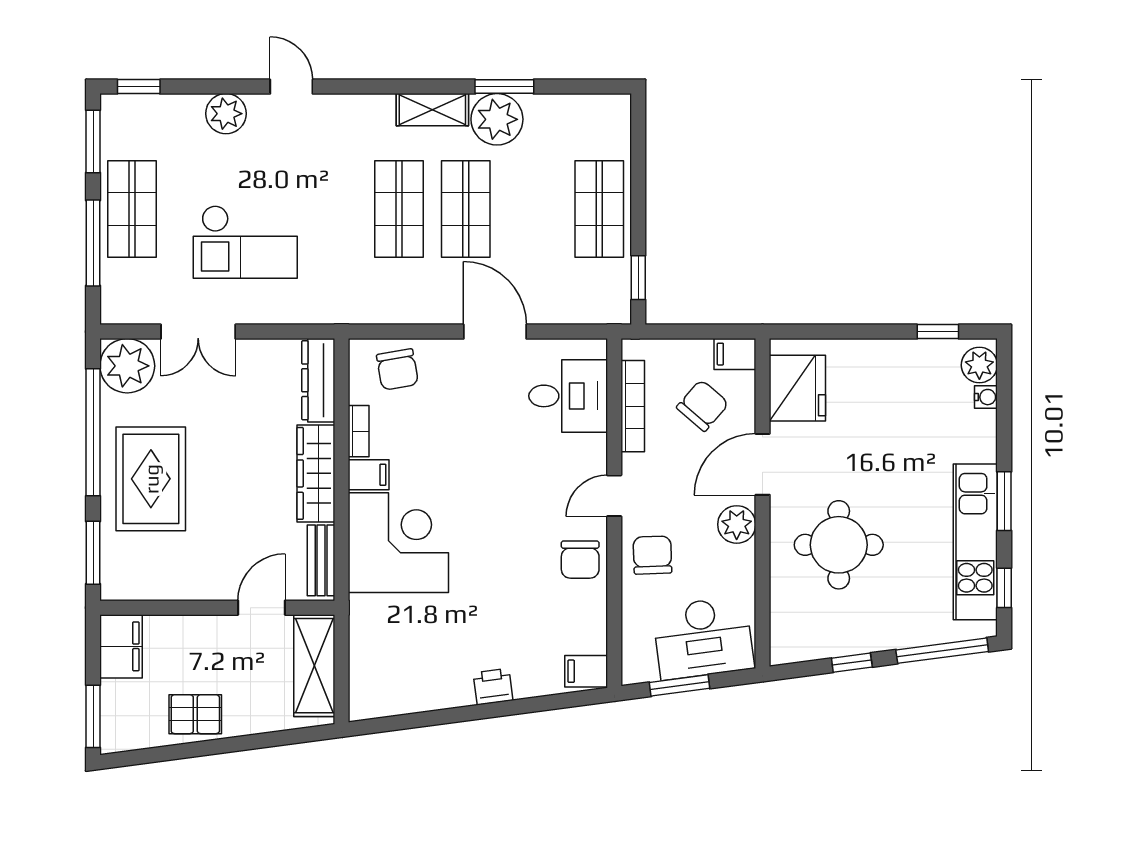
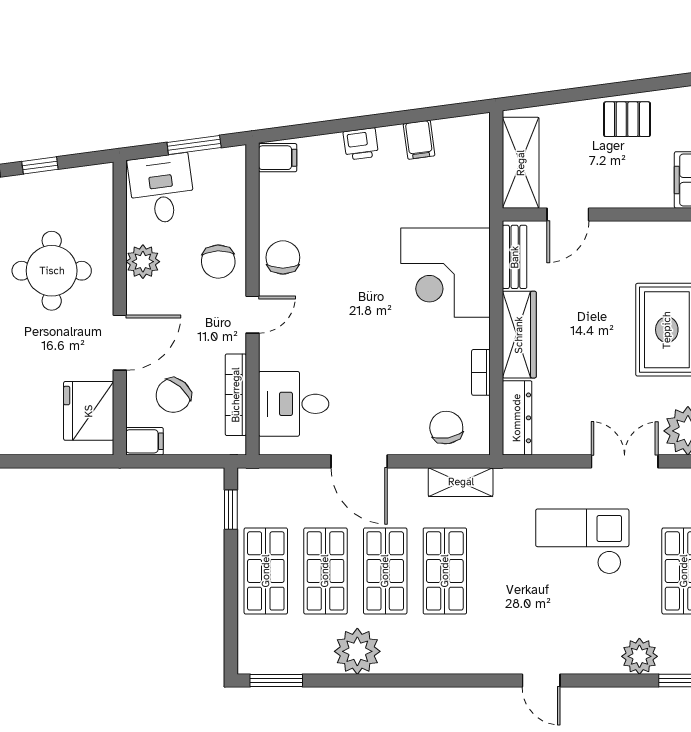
window: (504, 87) -> (276, 681), moved
shelving: (432, 110) -> (461, 482), moved
plant: (226, 114) -> (639, 656), moved
shop shelf: (533, 209) -> (325, 571), added
filing cabinet: (369, 475) -> (419, 140), moved, turned -98
plant: (737, 524) -> (143, 262), moved
desk: (703, 638) -> (162, 189), width x0.73

